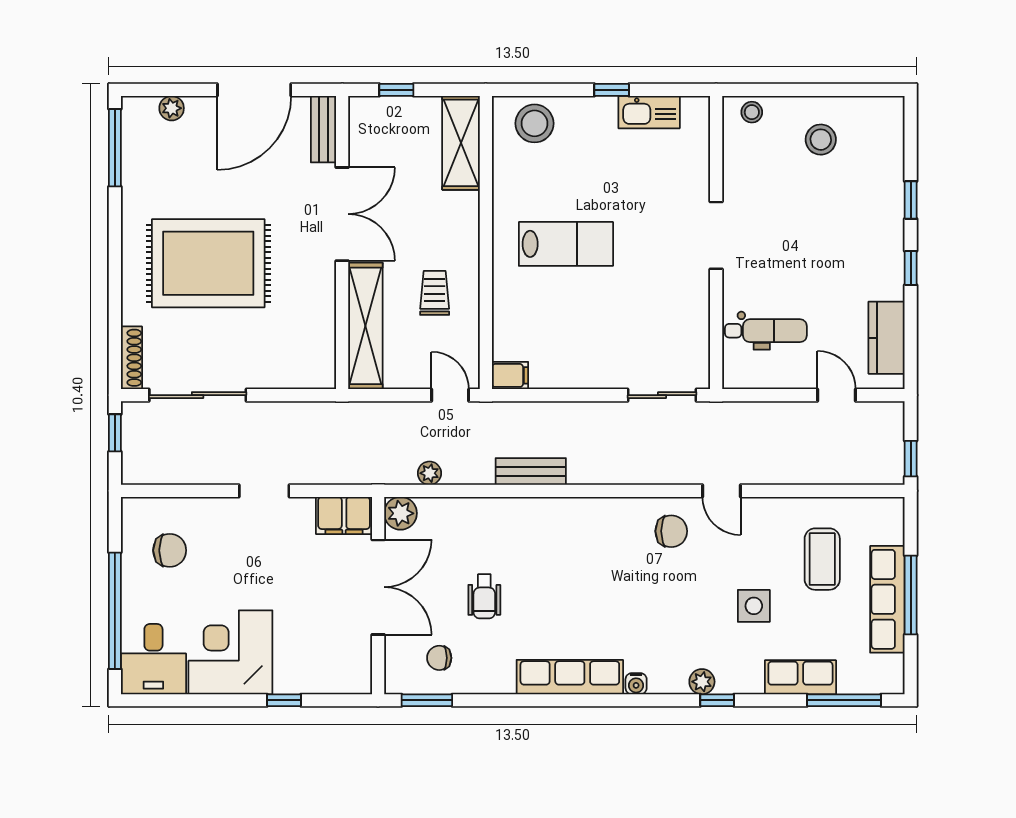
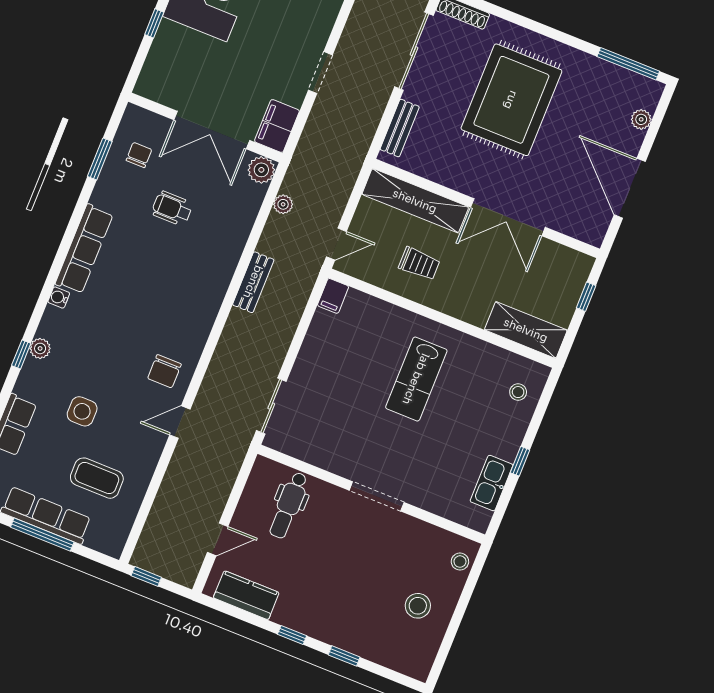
stool: (535, 123) -> (518, 392), width x0.53, depth x0.53
bench: (323, 129) -> (400, 128), moved, turned 90
window: (427, 700) -> (100, 159), moved

